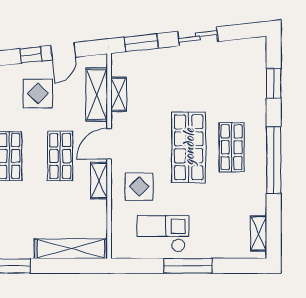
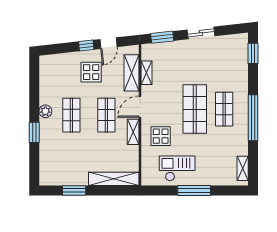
window: (274, 83) -> (253, 53), moved

